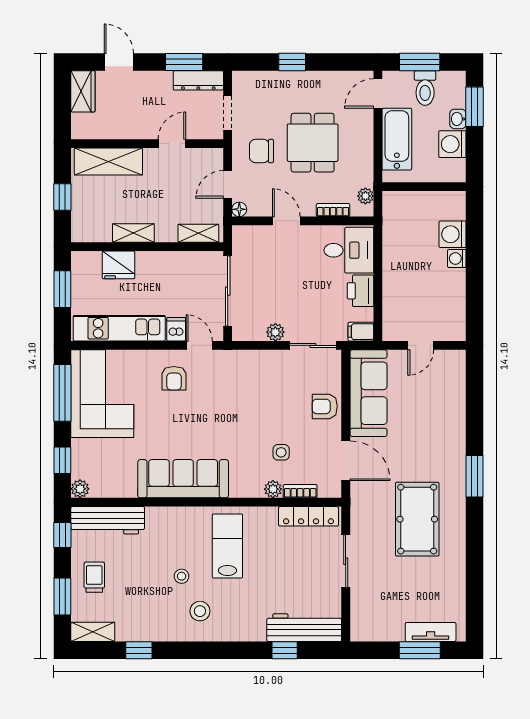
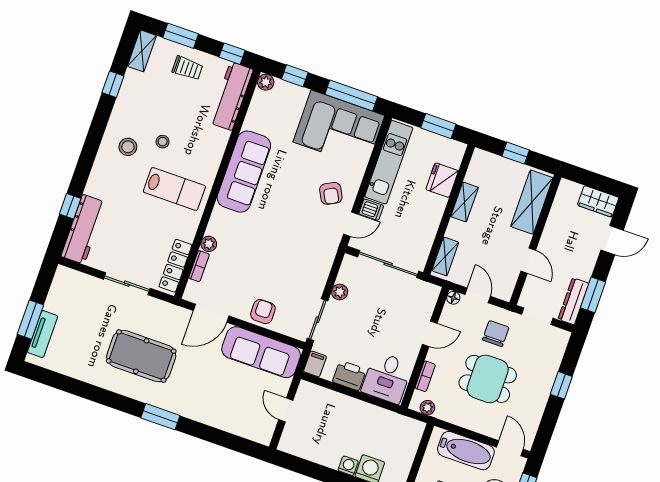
armchair: (174, 378) -> (331, 193), turned -118
side table: (281, 452) -> (237, 262), removed

